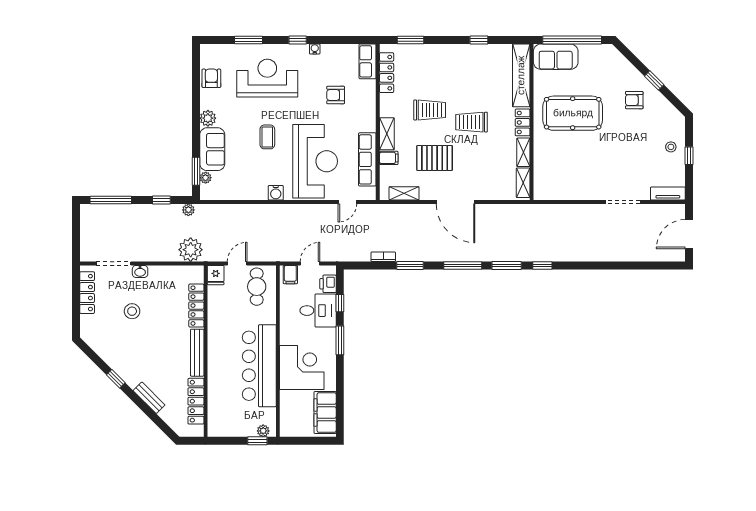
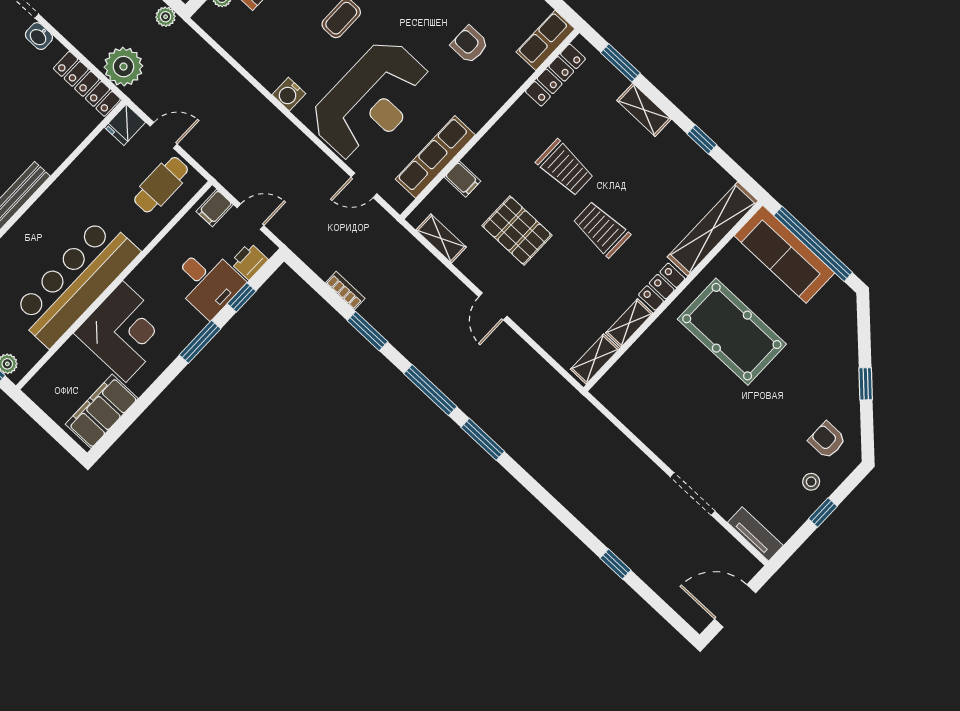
sofa: (556, 57) -> (784, 254), width x1.36
armchair: (634, 100) -> (827, 440), moved
shelving: (387, 134) -> (644, 110), moved, turned 90
door: (456, 202) -> (493, 306), width x0.53
window: (542, 265) -> (616, 564), moved
locker: (196, 306) -> (87, 84), moved, turned -90

